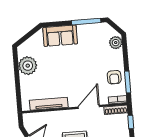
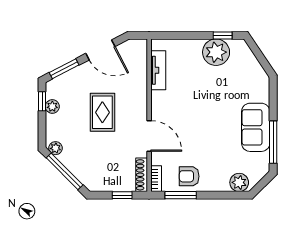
sofa: (60, 36) -> (256, 127), moved
window: (16, 62) -> (223, 35), added
tv unit: (49, 104) -> (158, 70), width x0.71

